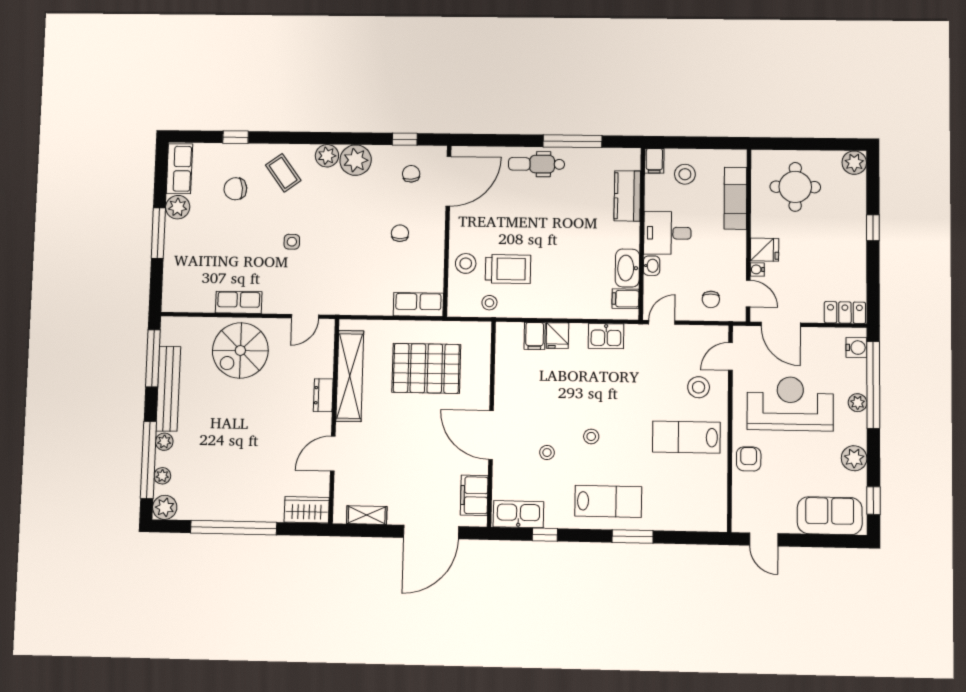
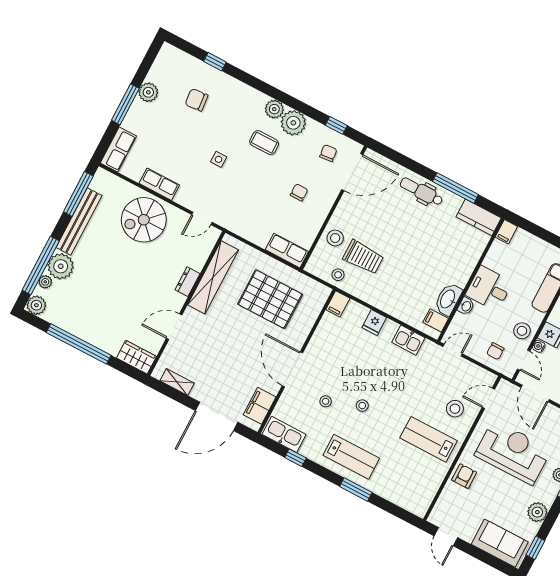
row of seats: (179, 169) -> (118, 150), moved
coffee table: (283, 173) -> (264, 143), moved, turned -54
stool: (685, 174) -> (522, 331), moved
kitchen counter: (627, 196) -> (479, 217), moved, turned -90
filing cabinet: (535, 336) -> (338, 304), moved
plant: (164, 442) -> (61, 266), width x1.88, depth x1.88

